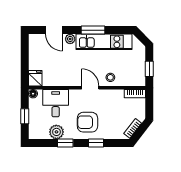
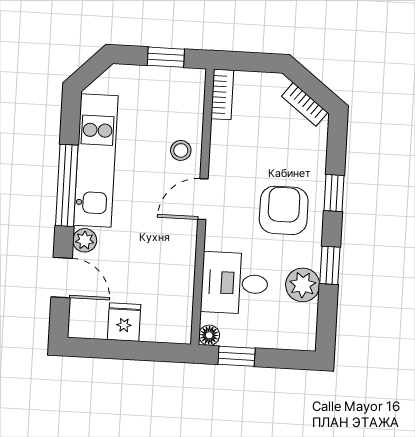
door: (54, 30) -> (62, 277), hinge flipped
window: (93, 30) -> (67, 185), width x1.44
fridge: (35, 78) -> (124, 322), moved, turned 90
window: (25, 116) -> (237, 356), moved
armchair: (87, 122) -> (284, 210), turned 180

